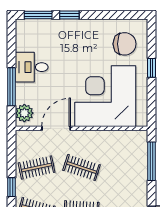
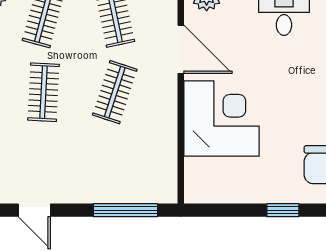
corner desk: (105, 96) -> (222, 119), width x0.74, depth x0.74

